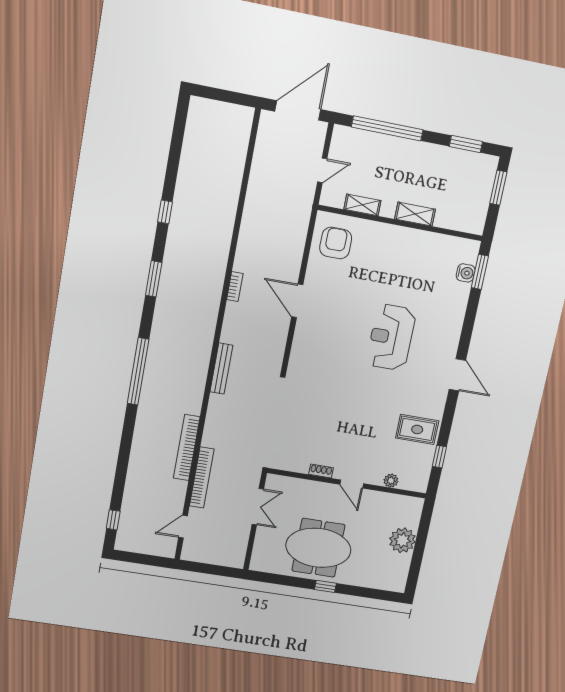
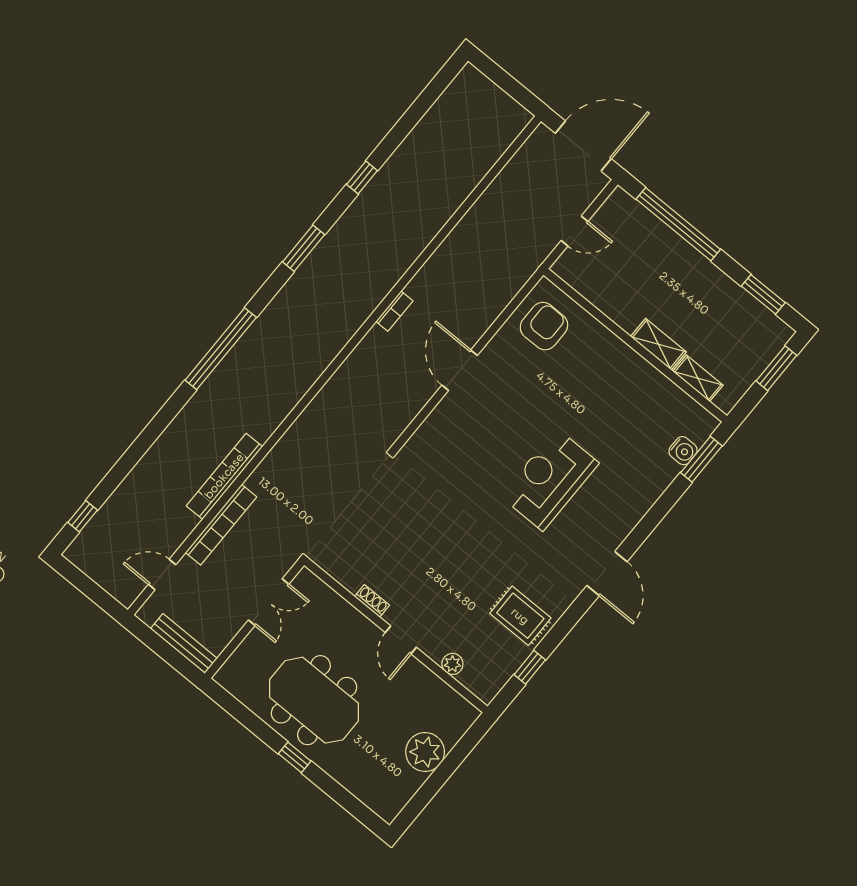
shelving: (362, 205) -> (698, 378), moved
bench: (221, 369) -> (184, 644), moved, turned 90

